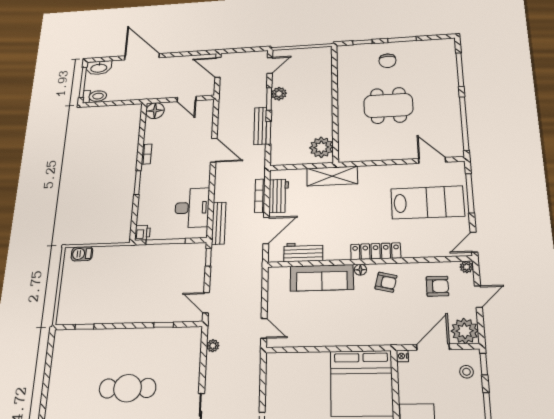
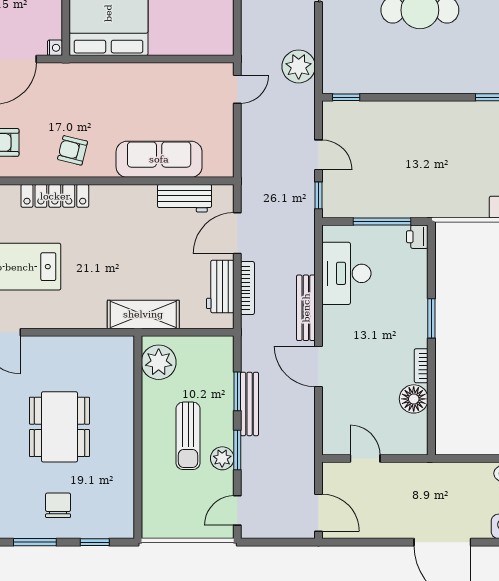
sun lounger: (301, 105) -> (188, 436), added
dining table: (388, 105) -> (59, 427), turned 90
floor lamp: (155, 111) -> (414, 399), moved
bench: (219, 223) -> (306, 308), moved
locker: (376, 251) -> (55, 196), moved
floor lamp: (360, 270) -> (106, 169), removed
door: (206, 303) -> (318, 155), moved
window: (164, 325) -> (346, 97), moved
door: (264, 328) -> (237, 89), swing flipped
plant: (213, 346) -> (299, 66), width x1.88, depth x1.88

